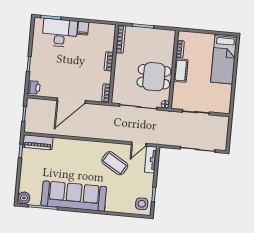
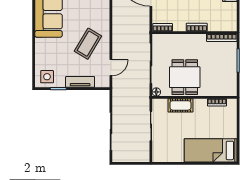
cot: (181, 70) -> (180, 105), moved
door: (139, 144) -> (111, 68), swing flipped
tv unit: (151, 160) -> (80, 82), moved

